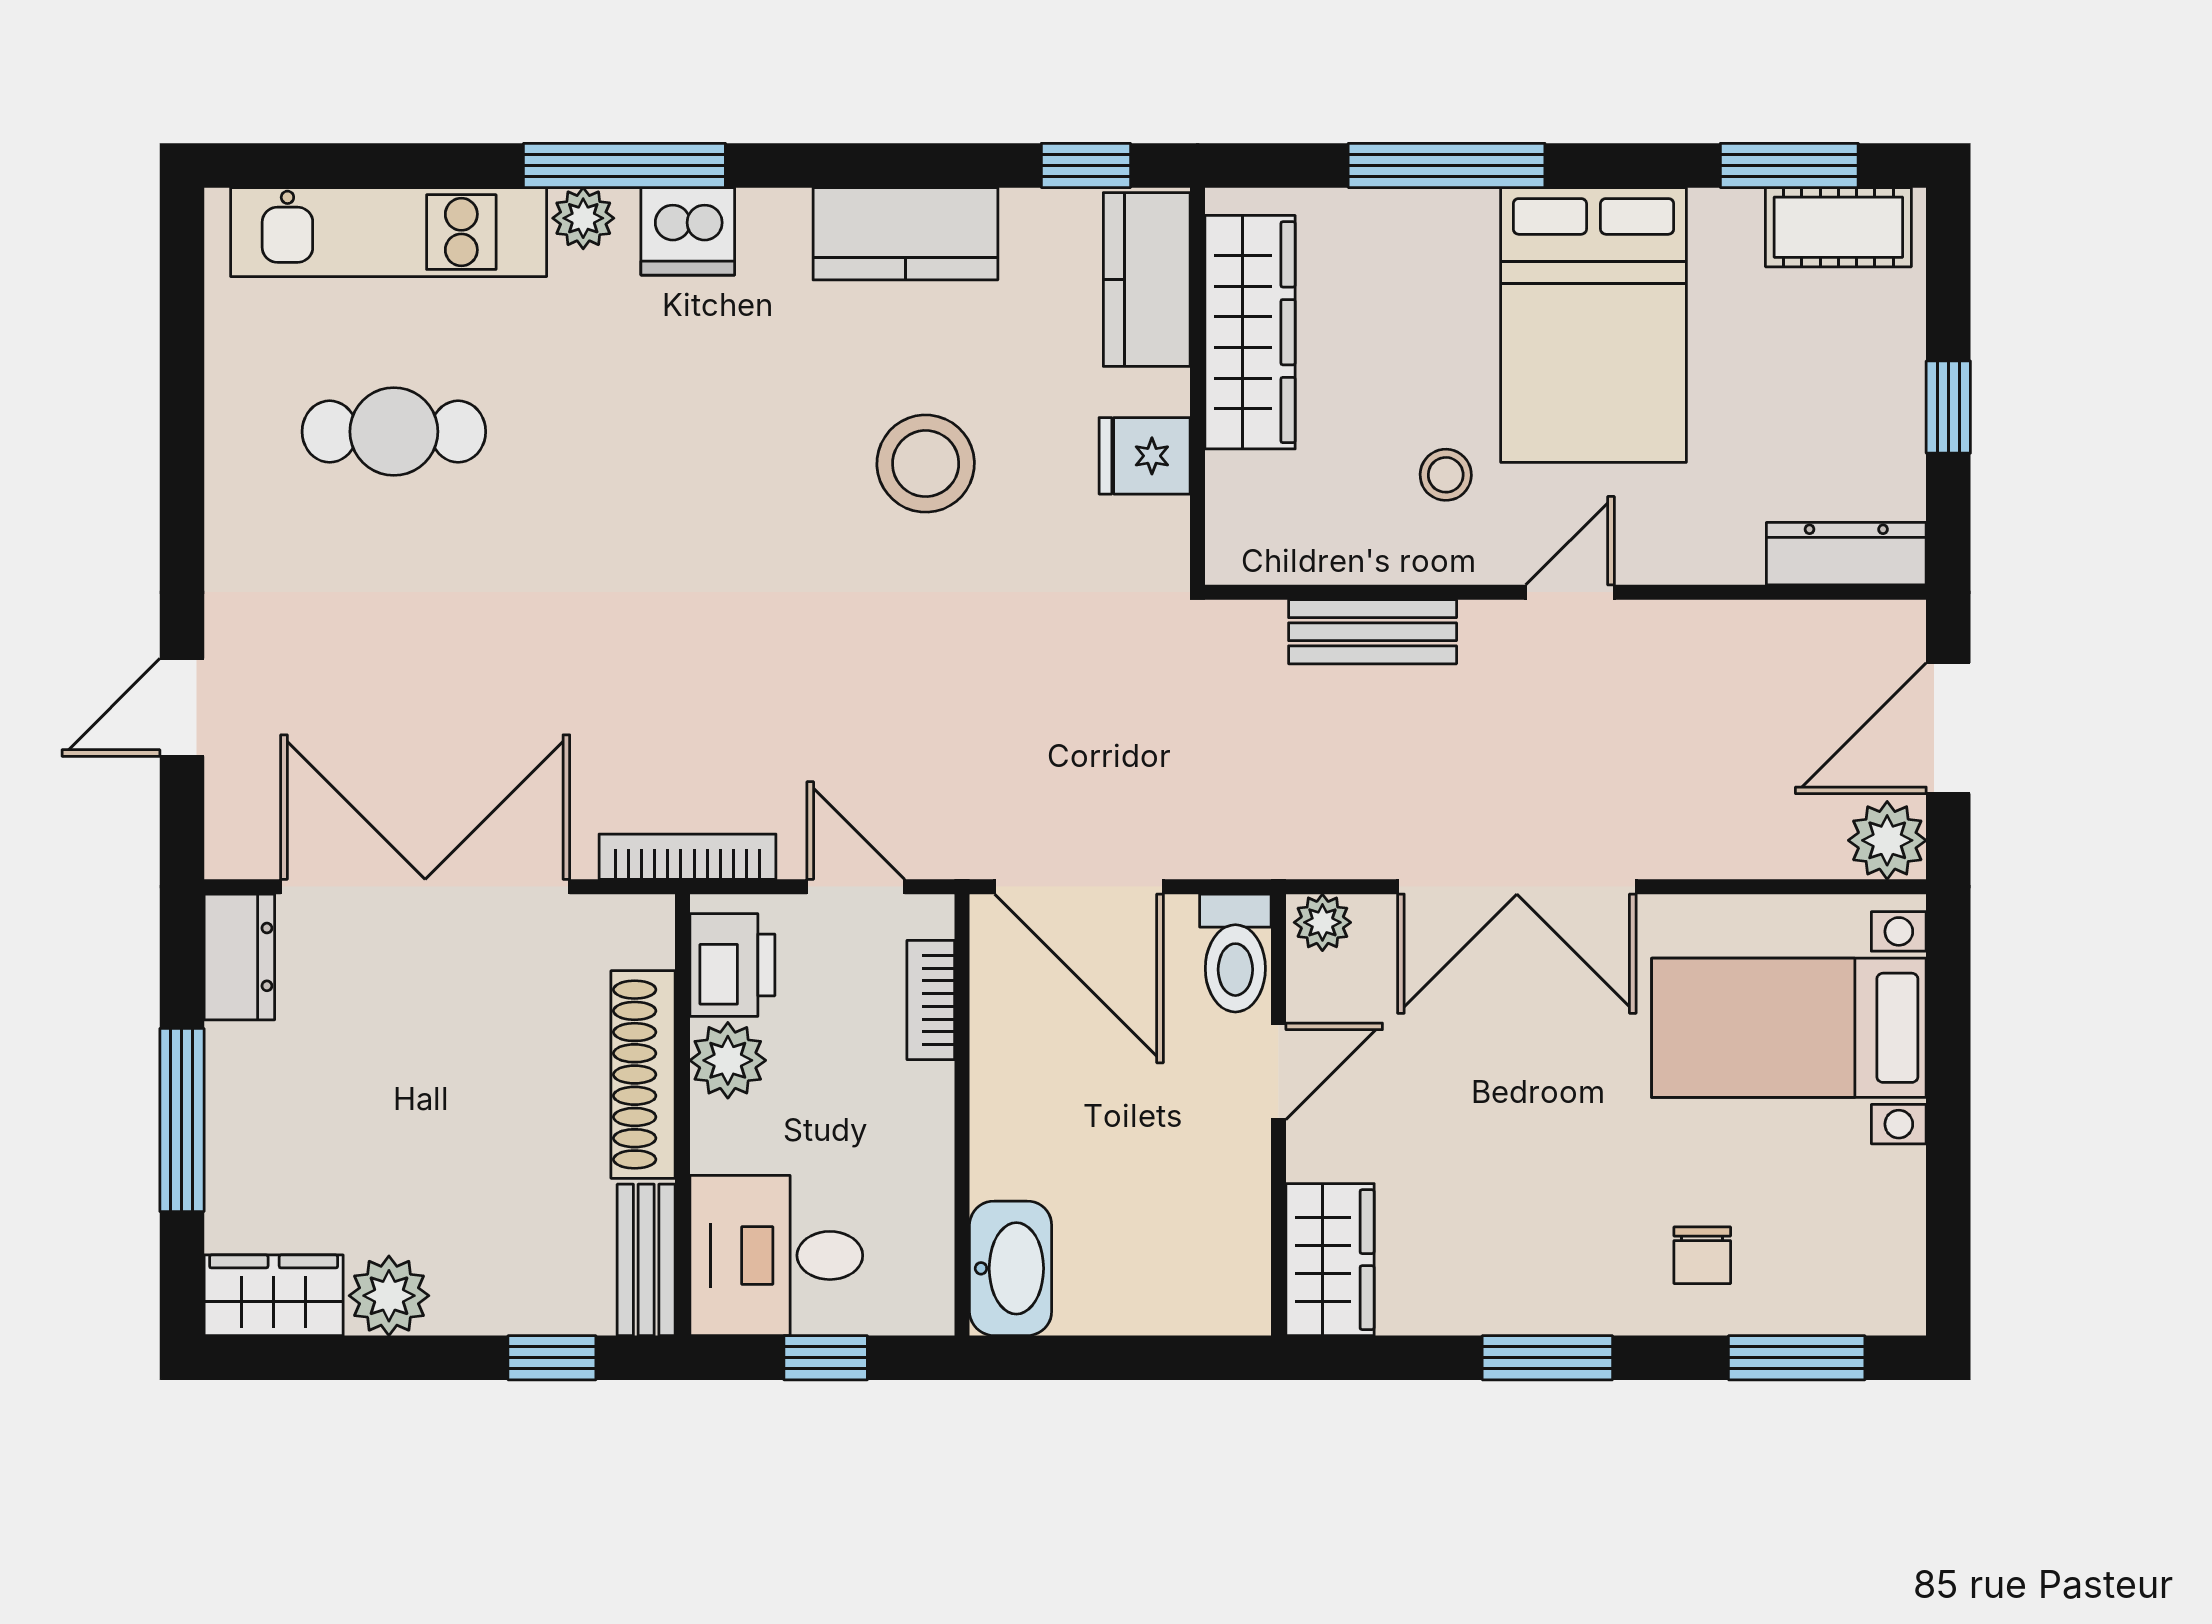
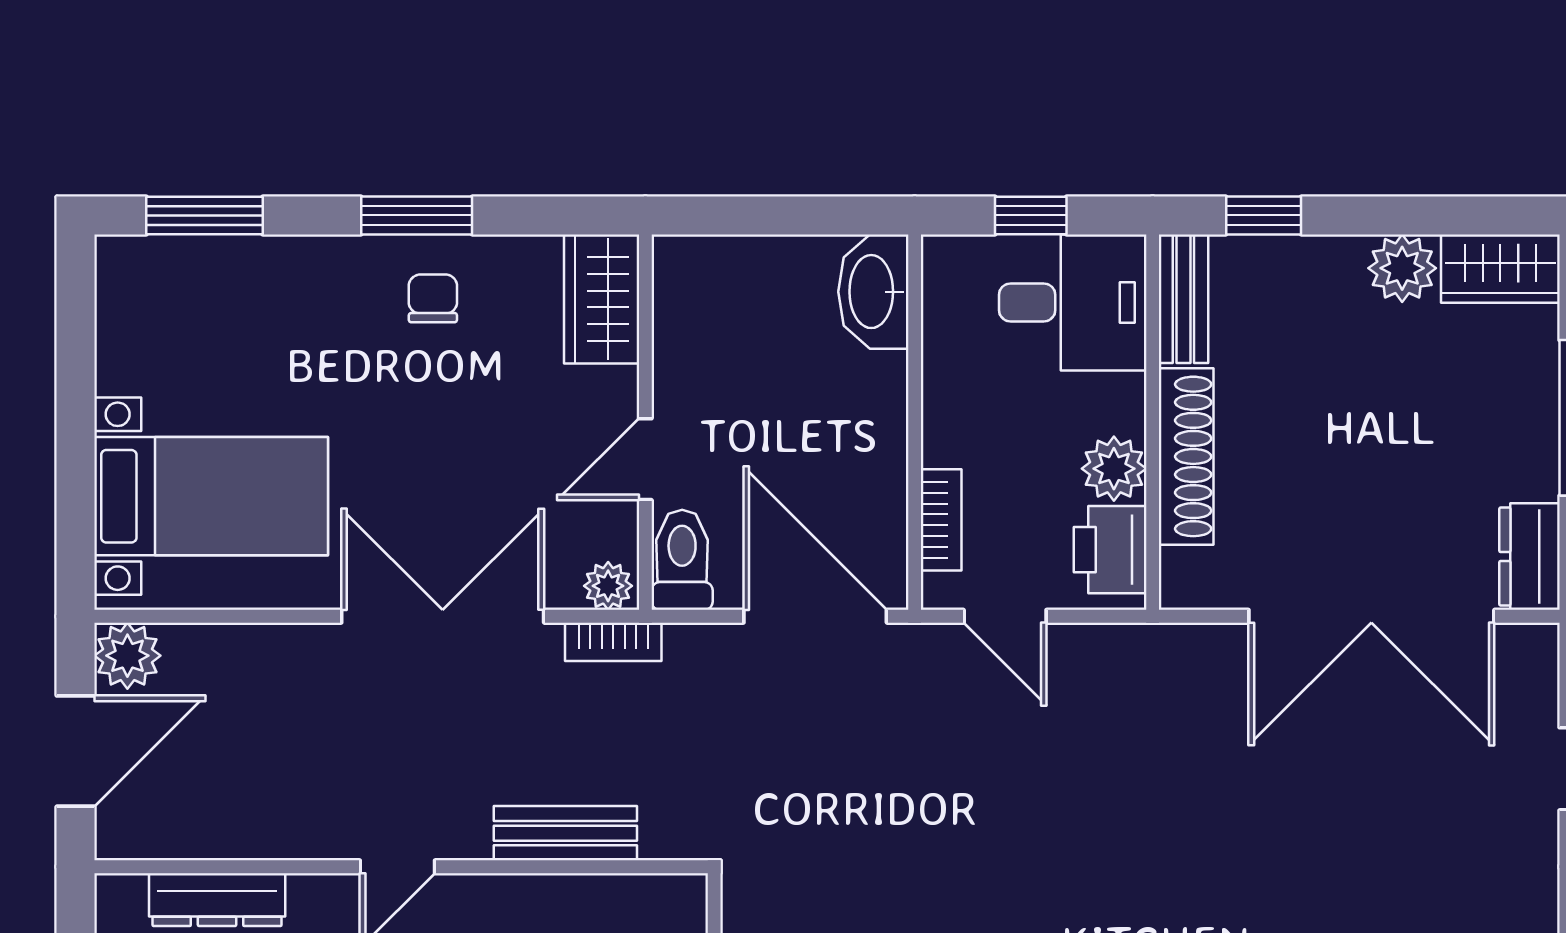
dresser: (1846, 554) -> (217, 900), moved
bookcase: (687, 857) -> (613, 642), moved, width x0.64
chair: (1702, 1255) -> (433, 298), moved

